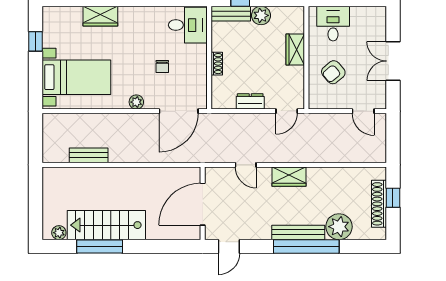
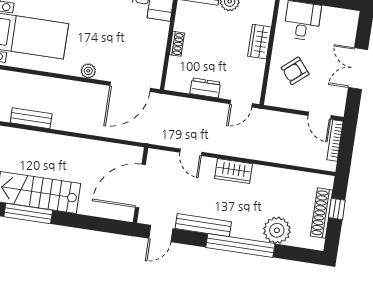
chair: (162, 66) -> (120, 38), removed
bookcase: (381, 133) -> (335, 140), added
bench: (298, 232) -> (203, 225), moved

